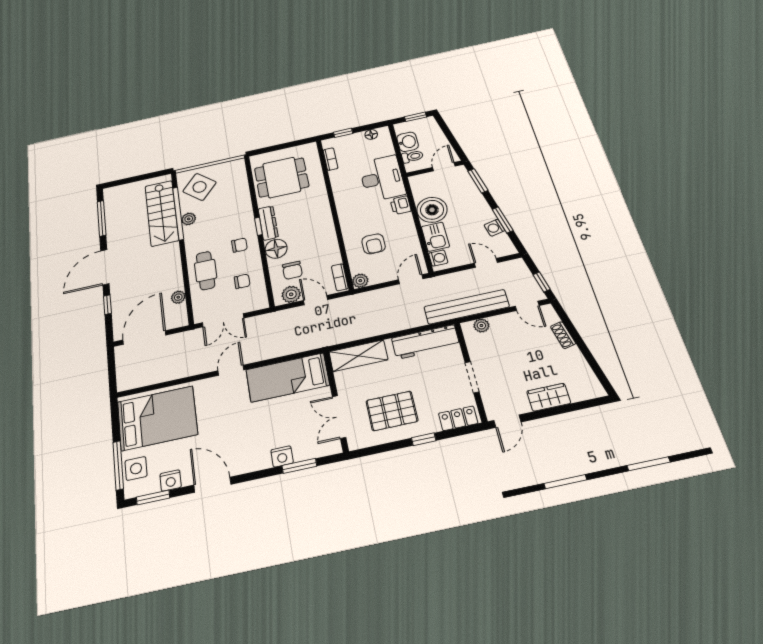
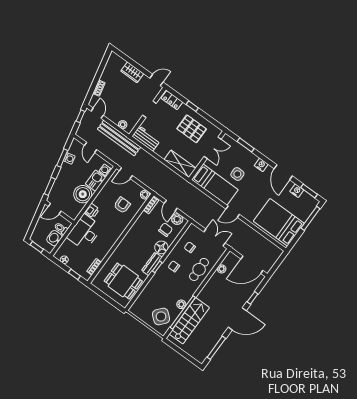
workbench: (426, 342) -> (146, 139), width x0.73
nightstand: (282, 456) -> (261, 165), moved
side table: (136, 468) -> (237, 174), moved

